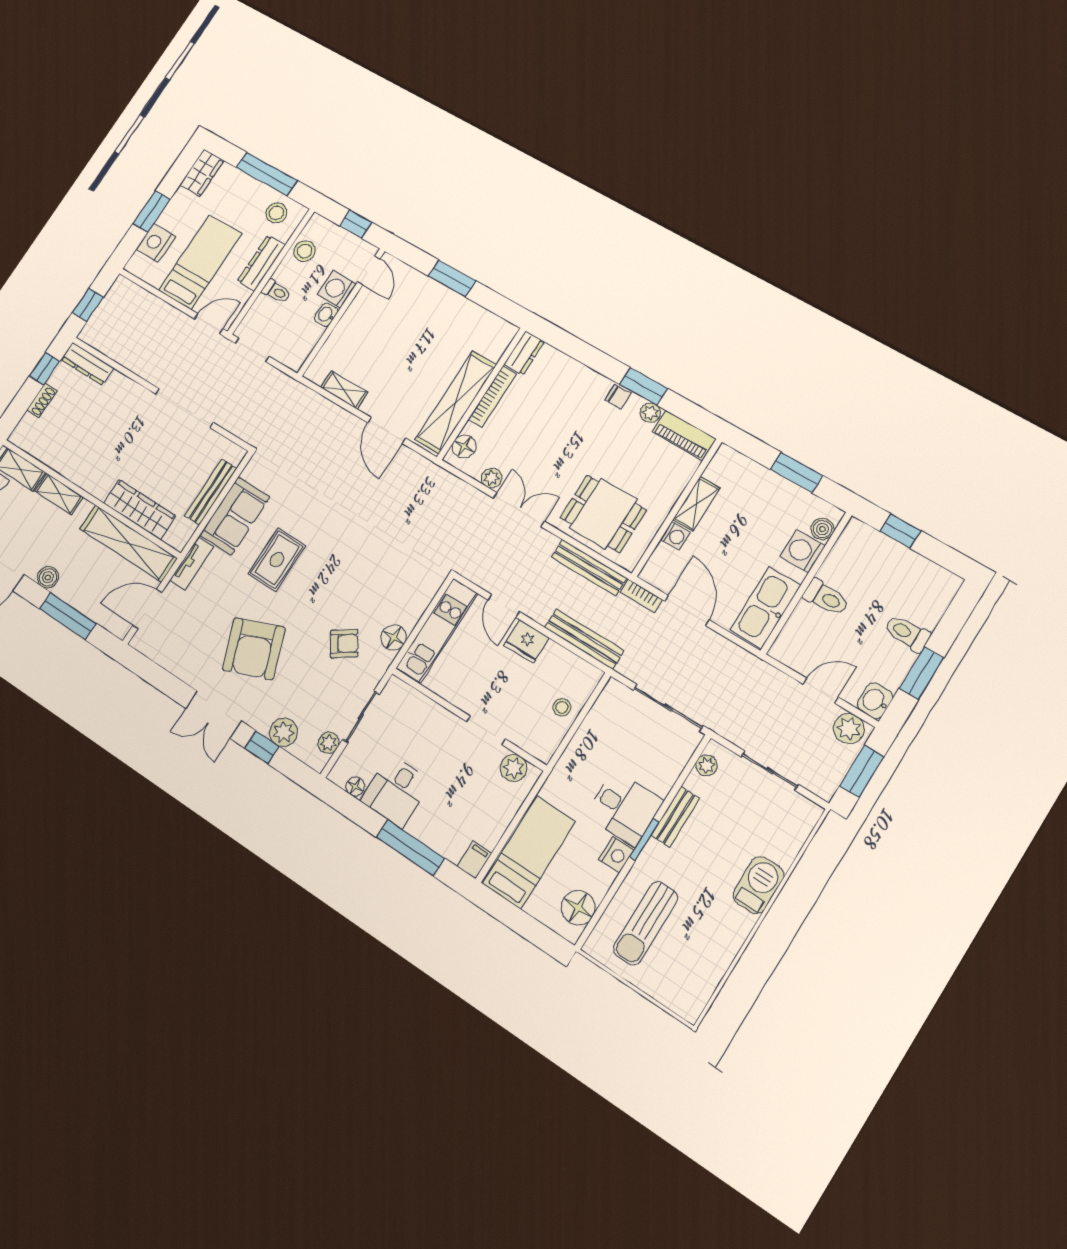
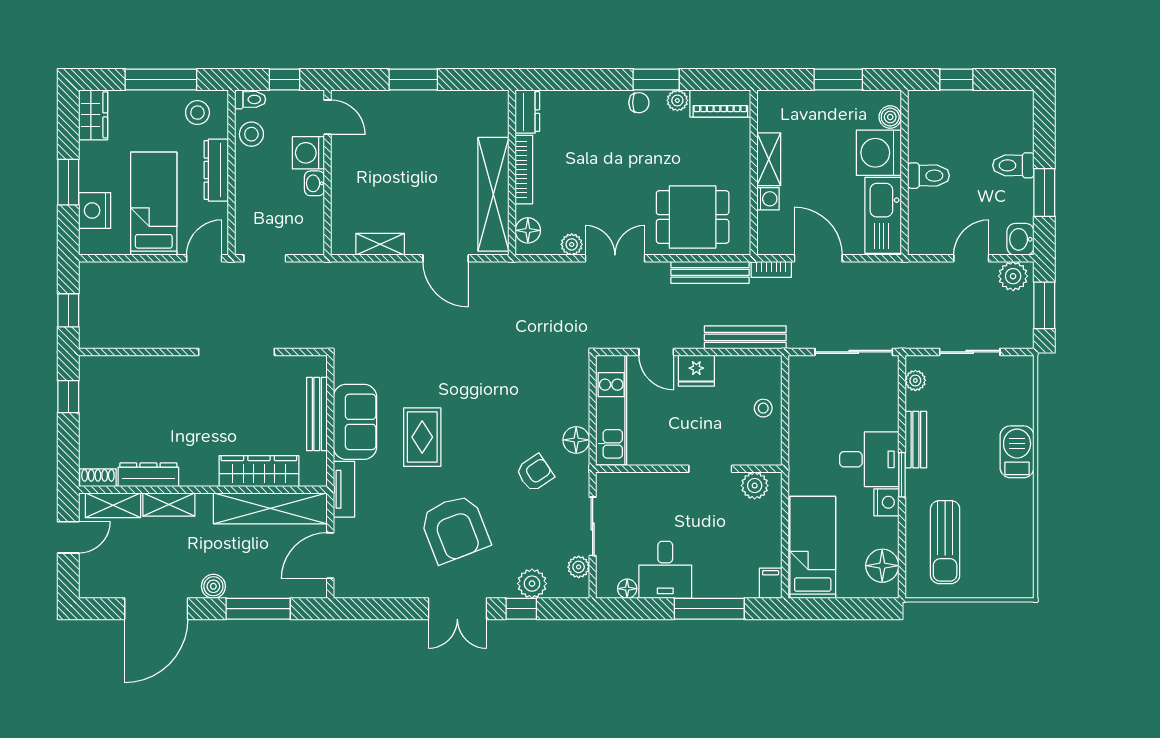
toilet: (276, 291) -> (250, 99), moved
dresser: (87, 364) -> (148, 475), moved, turned 180
shoe rack: (42, 400) -> (98, 478), moved, turned -90
washing machine: (803, 551) -> (879, 153), width x1.37, depth x1.37

